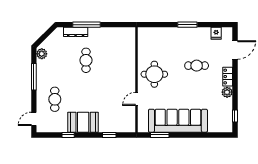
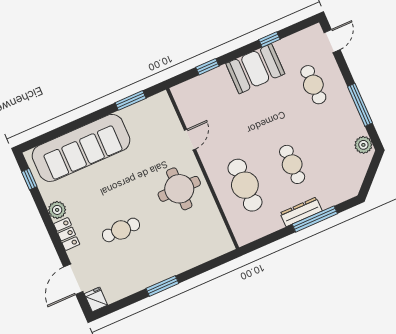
dresser: (76, 32) -> (301, 212), moved
fridge: (216, 33) -> (96, 299), moved
cafe table: (117, 60) -> (245, 185), added
sofa: (178, 121) -> (81, 148), moved

